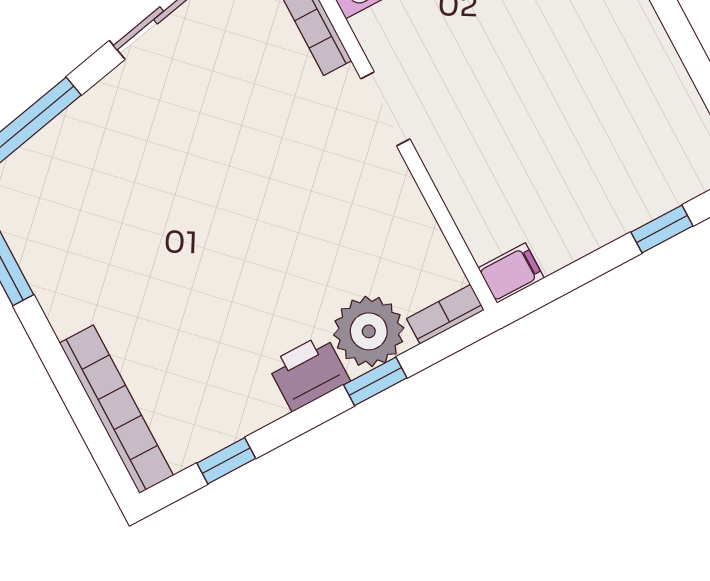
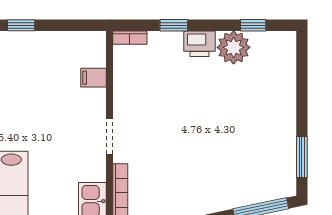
filing cabinet: (511, 273) -> (93, 78), moved
plant: (369, 331) -> (234, 47), moved
bookcase: (116, 409) -> (287, 71), removed

